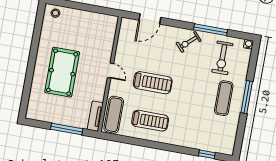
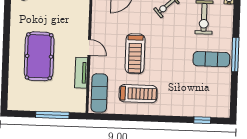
treadmill: (153, 83) -> (135, 54), turned 90
exercise mat: (224, 98) -> (211, 59), turned 90
tv unit: (95, 116) -> (81, 73), moved

